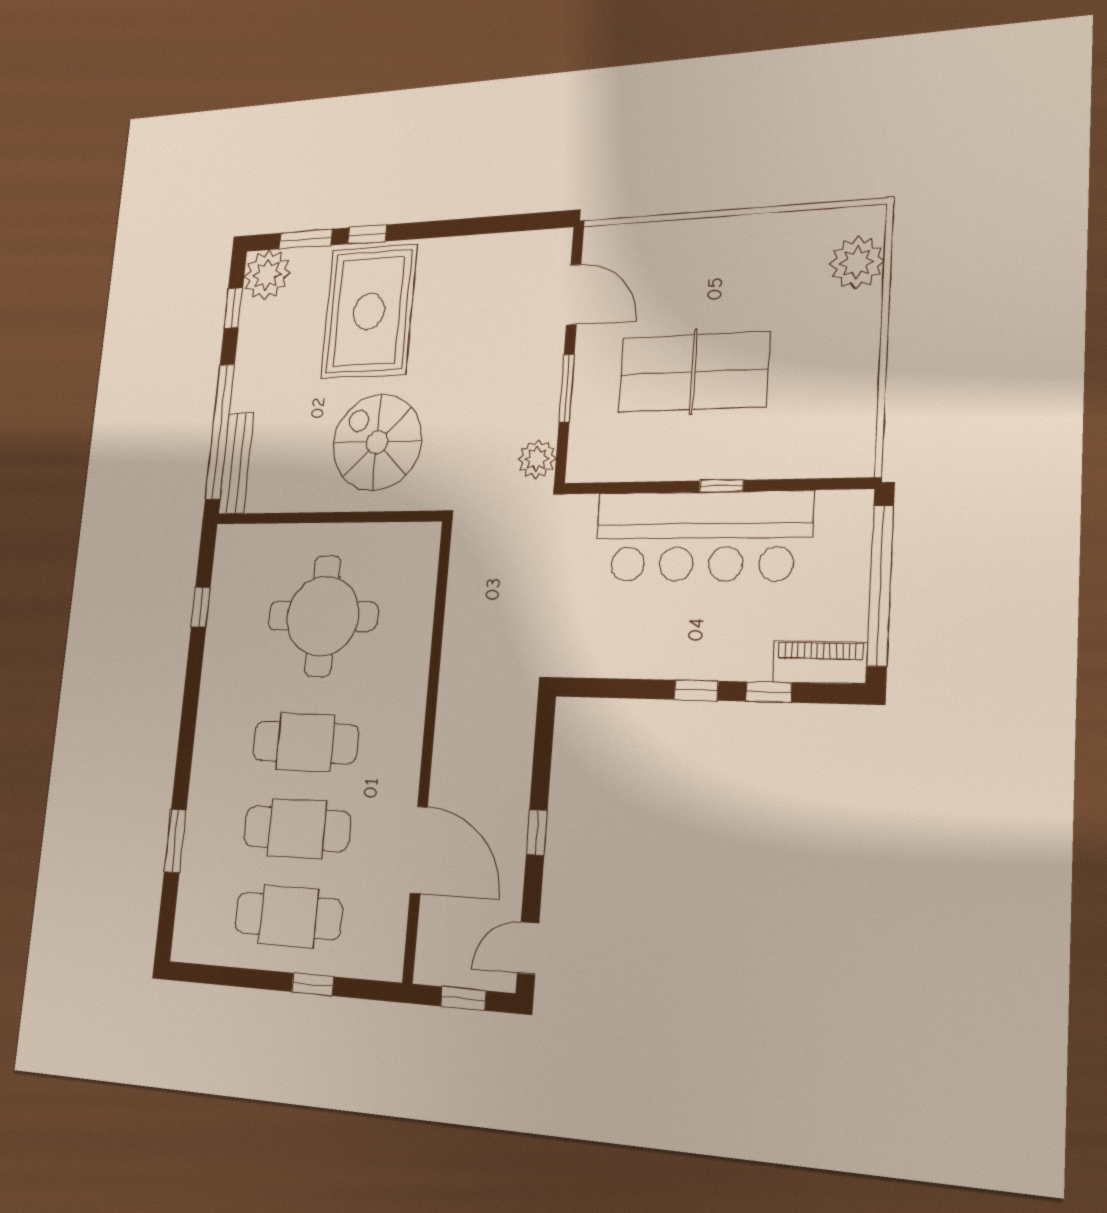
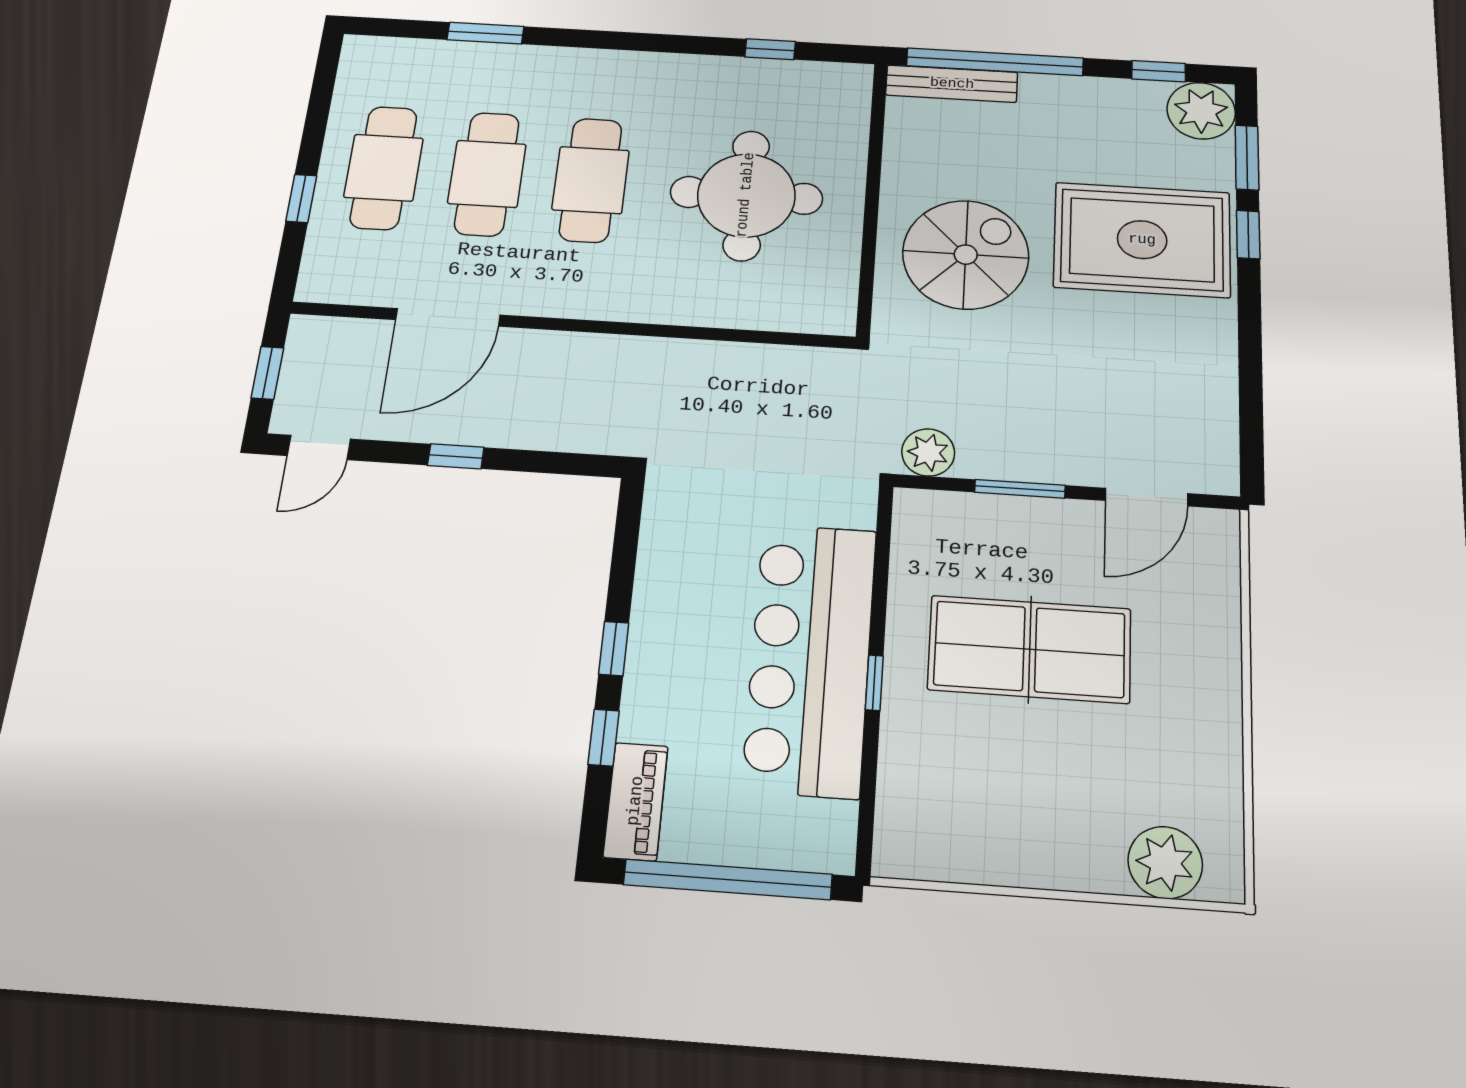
table tennis table: (693, 372) -> (1030, 649), turned 90
door: (528, 948) -> (319, 447), swing flipped

